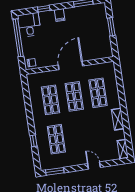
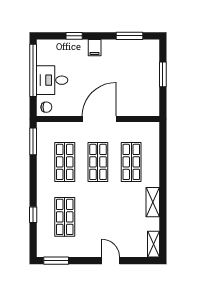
desk: (29, 25) -> (52, 80), moved, turned -90
window: (26, 89) -> (33, 141), added

